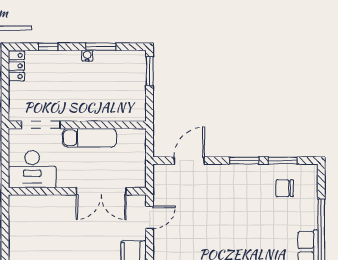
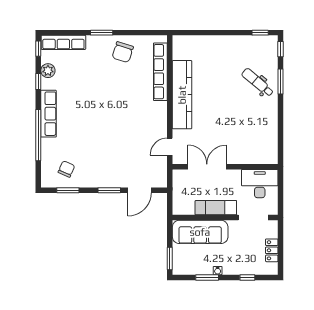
locker: (16, 66) -> (272, 250), moved
sofa: (110, 106) -> (200, 232), added
window: (244, 161) -> (109, 190), moved
chair: (285, 188) -> (66, 169), turned -66

